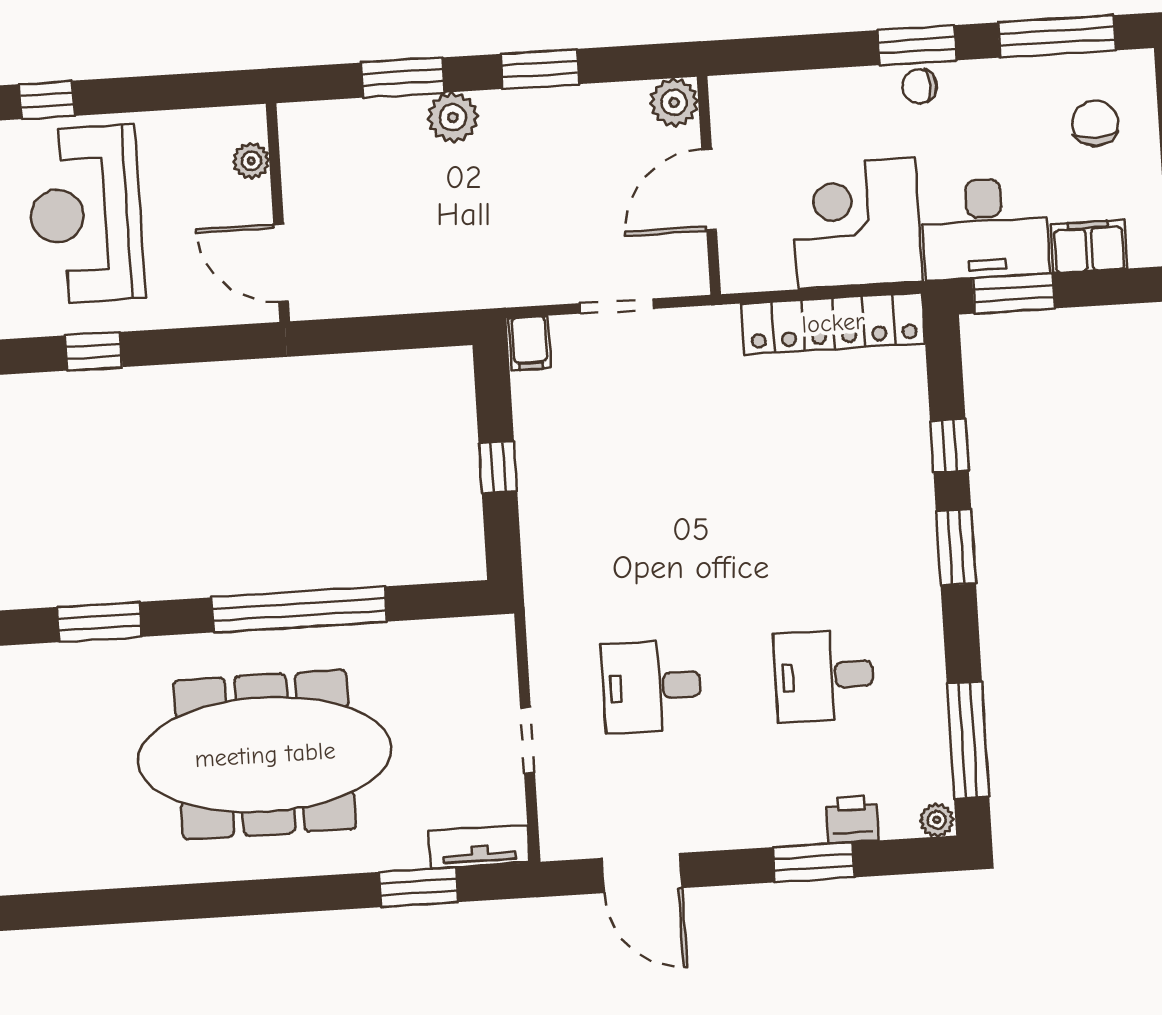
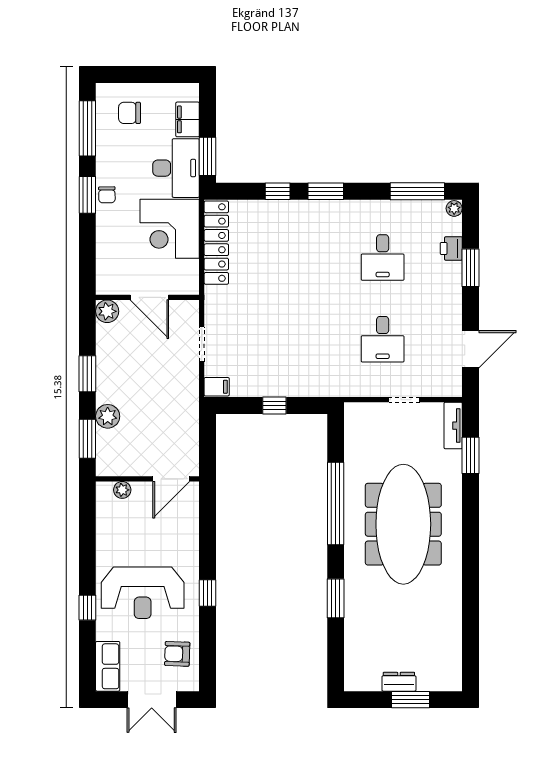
plant: (251, 161) -> (122, 490), moved
wall: (278, 213) -> (147, 479), moved
door: (281, 263) -> (171, 479), moved

